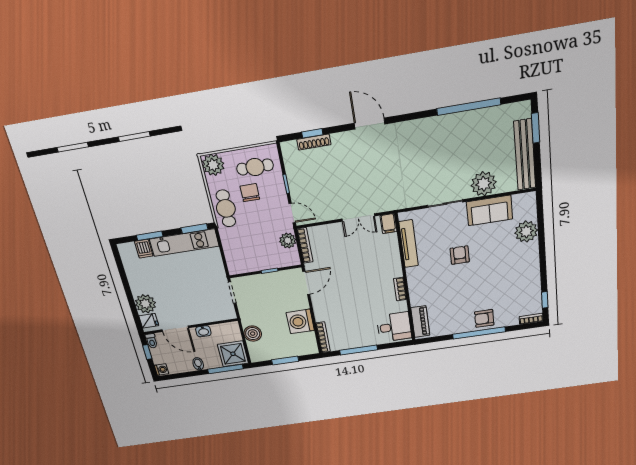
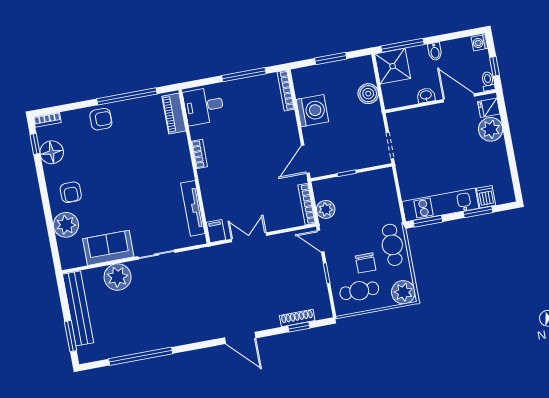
armchair: (460, 255) -> (71, 192), moved
floor lamp: (531, 293) -> (52, 152), added
window: (479, 333) -> (127, 96), moved

